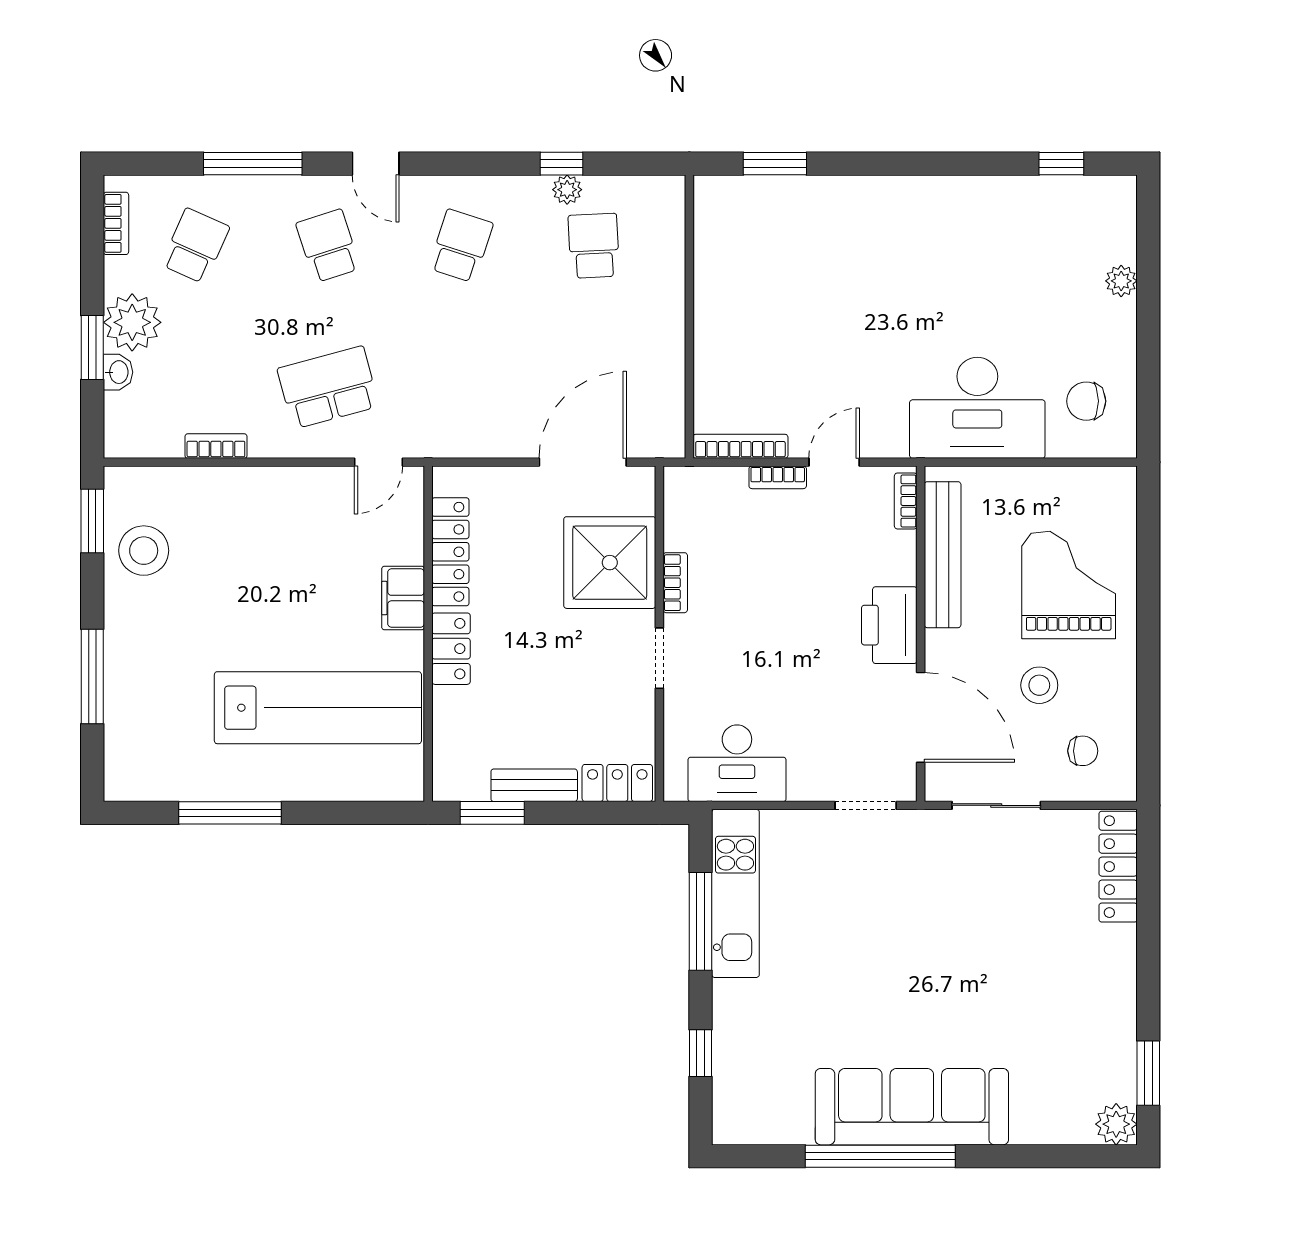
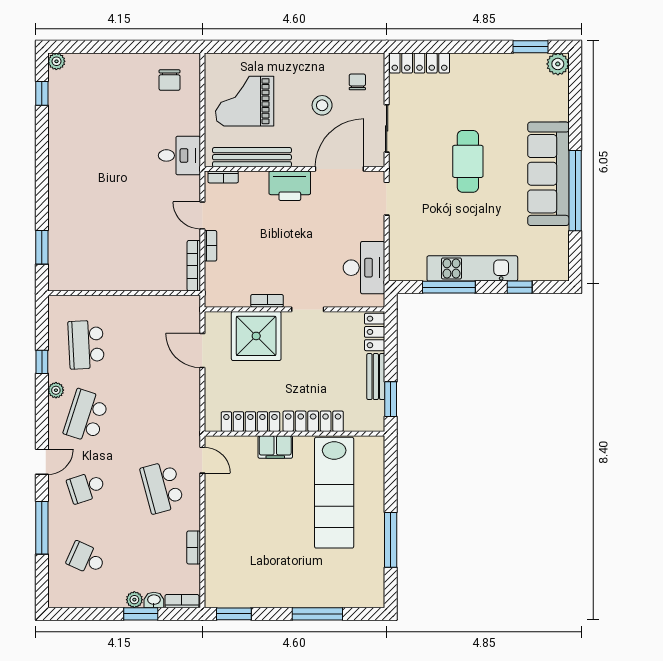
plant: (567, 190) -> (56, 390), moved
bookcase: (116, 223) -> (182, 601), moved
school desk: (461, 246) -> (86, 416), width x1.85
school desk: (594, 246) -> (86, 345), width x1.85
plant: (1121, 281) -> (56, 61), moved
plant: (132, 322) -> (134, 600), width x0.53, depth x0.53
desk: (977, 408) -> (179, 155), width x0.53, depth x0.77
door: (583, 462) -> (202, 350), width x0.73
stool: (144, 551) -> (250, 586), removed
grand piano: (1069, 585) -> (245, 101), moved
locker: (451, 649) -> (313, 421), width x1.53
lab bench: (318, 708) -> (334, 493), turned 180
kitchen unit: (735, 893) -> (472, 268), moved
cafe table: (935, 957) -> (468, 161), added

